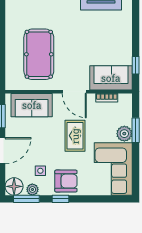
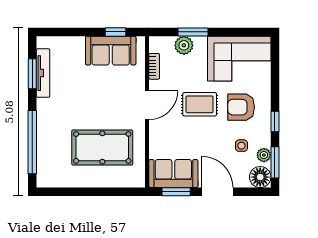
sofa: (111, 78) -> (111, 51), moved, turned -90
sofa: (32, 105) -> (173, 174), moved, turned -90
plant: (124, 134) -> (184, 45), moved
armchair: (66, 181) -> (241, 107), moved, turned -90

